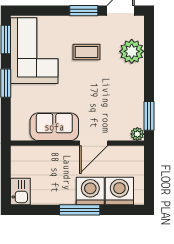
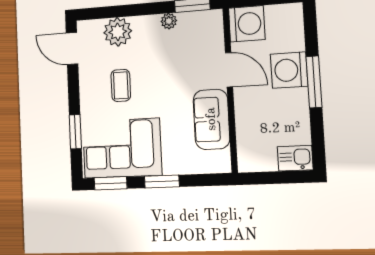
window: (84, 11) -> (75, 132), moved
plant: (137, 134) -> (169, 21), moved
washing machine: (119, 191) -> (247, 24), moved, turned 180

